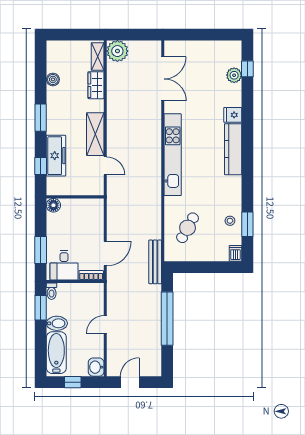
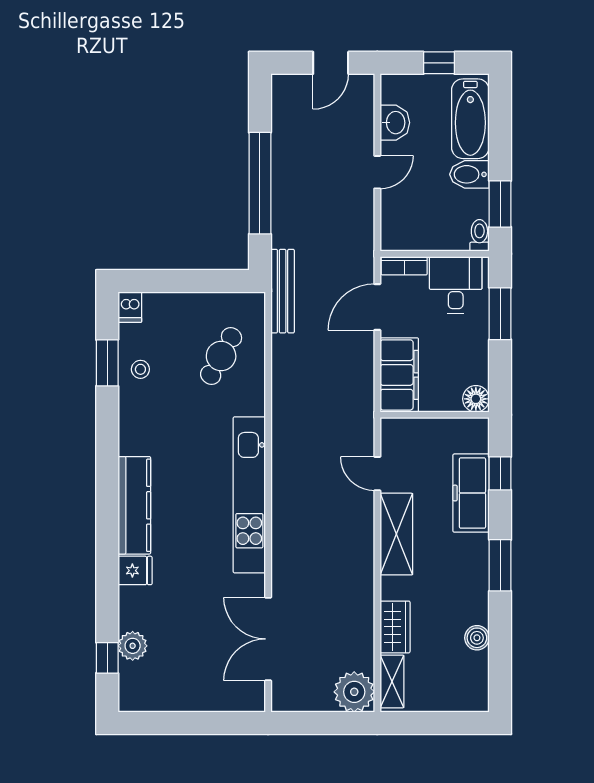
filing cabinet: (94, 218) -> (399, 375), added
washbasin: (96, 367) -> (395, 123), moved

